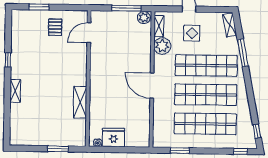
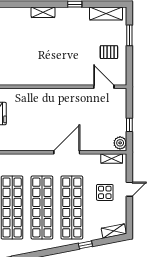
window: (126, 8) -> (129, 125), width x0.46
plant: (162, 46) -> (91, 162), removed
window: (243, 53) -> (85, 245), width x0.46
door: (152, 86) -> (67, 152), moved
shelving: (80, 102) -> (106, 13), moved

